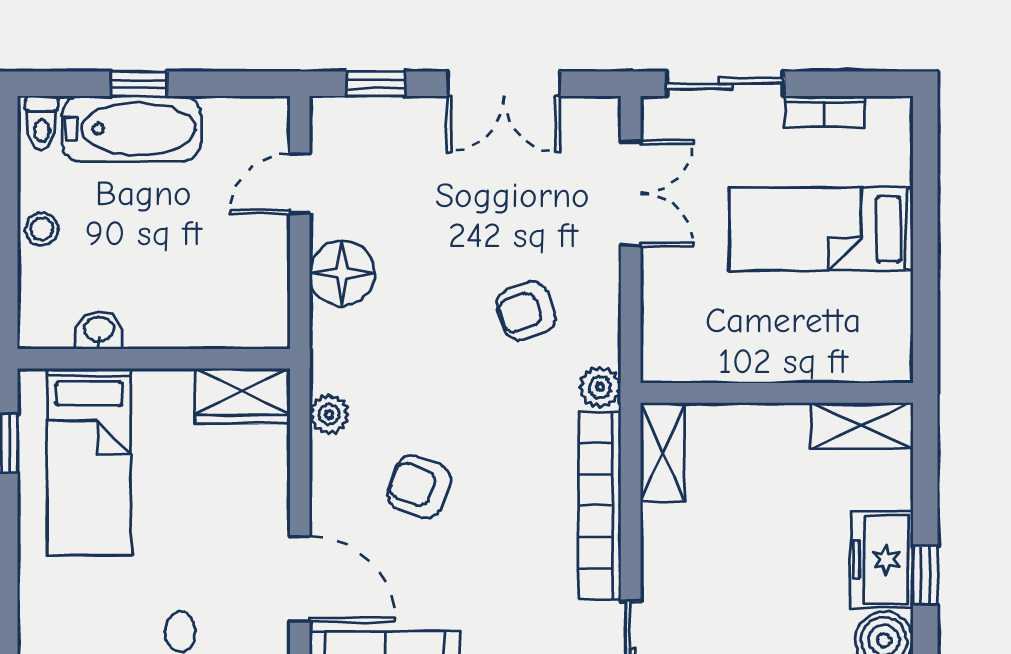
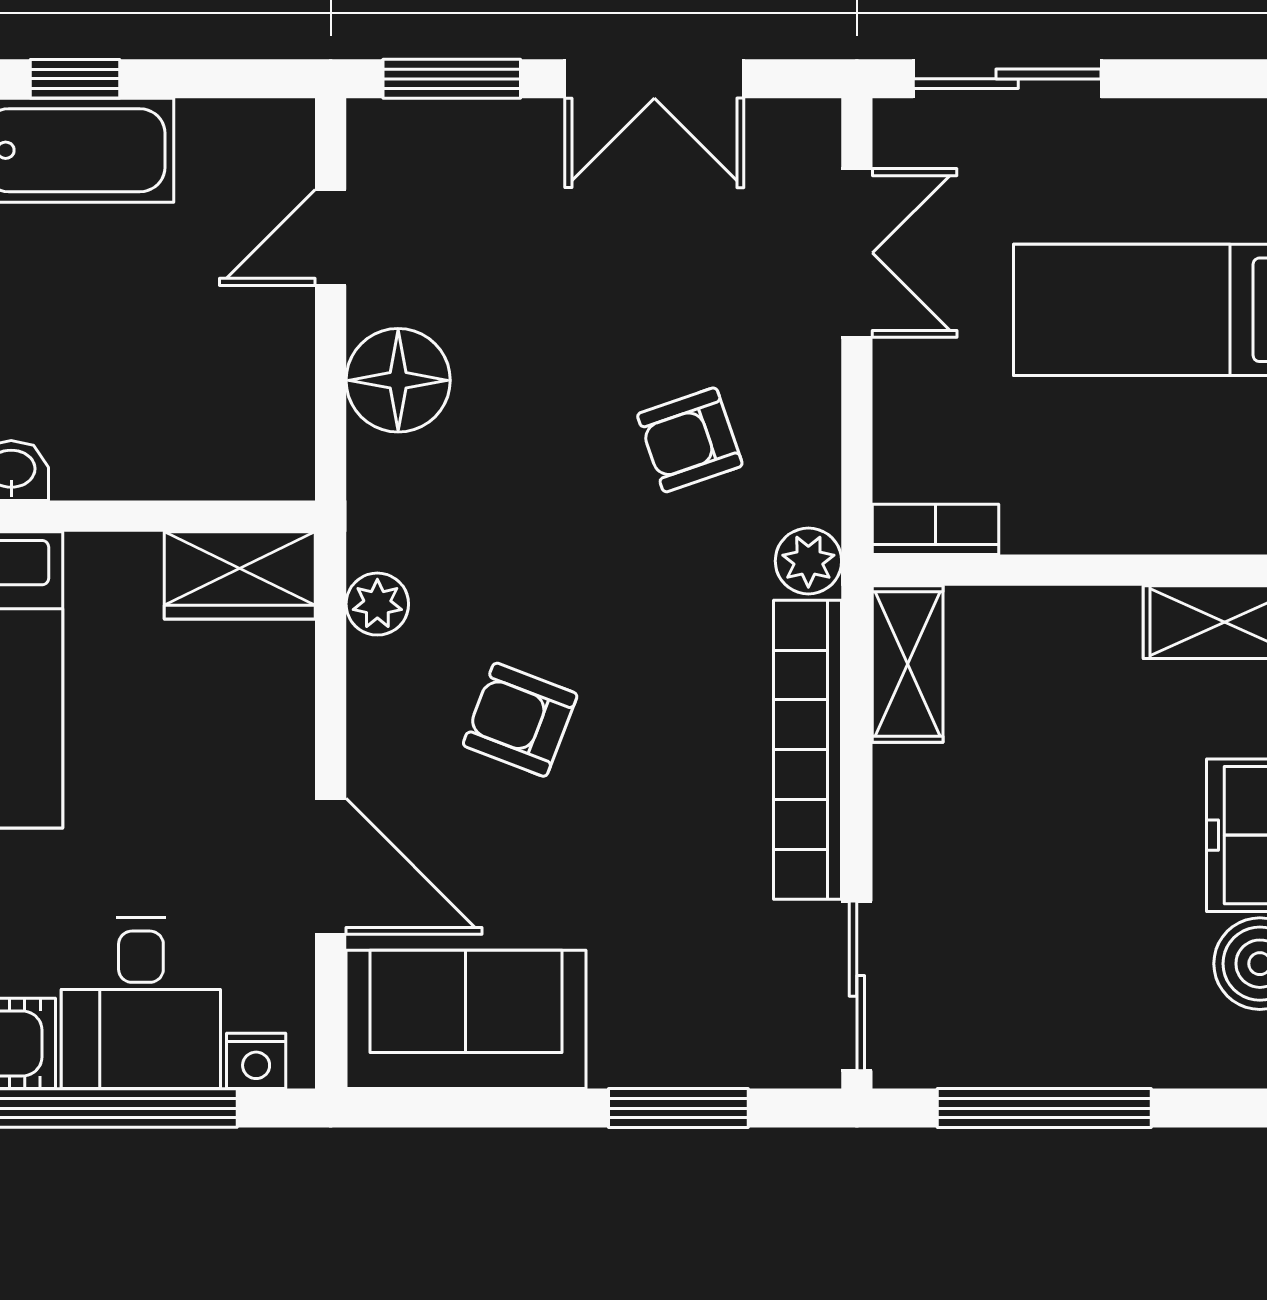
window: (376, 84) -> (452, 79), width x1.50
bookcase: (824, 112) -> (936, 529), moved, turned 180

